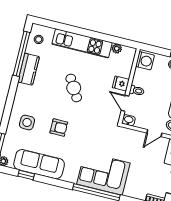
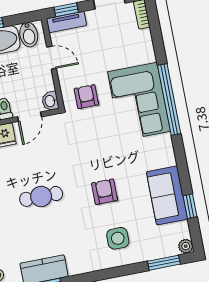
cafe table: (74, 88) -> (41, 196), turned 31
armchair: (121, 143) -> (86, 97), added
sofa: (39, 164) -> (167, 195), width x0.73

